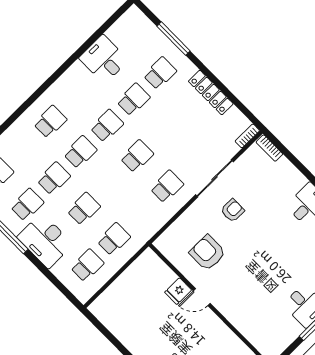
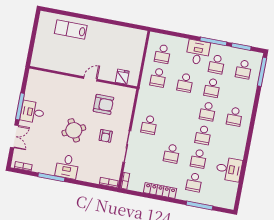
school desk: (137, 156) -> (172, 153), moved
desk: (45, 241) -> (198, 52), width x0.73
round table: (268, 246) -> (74, 130), added
fridge: (178, 291) -> (122, 77), moved

